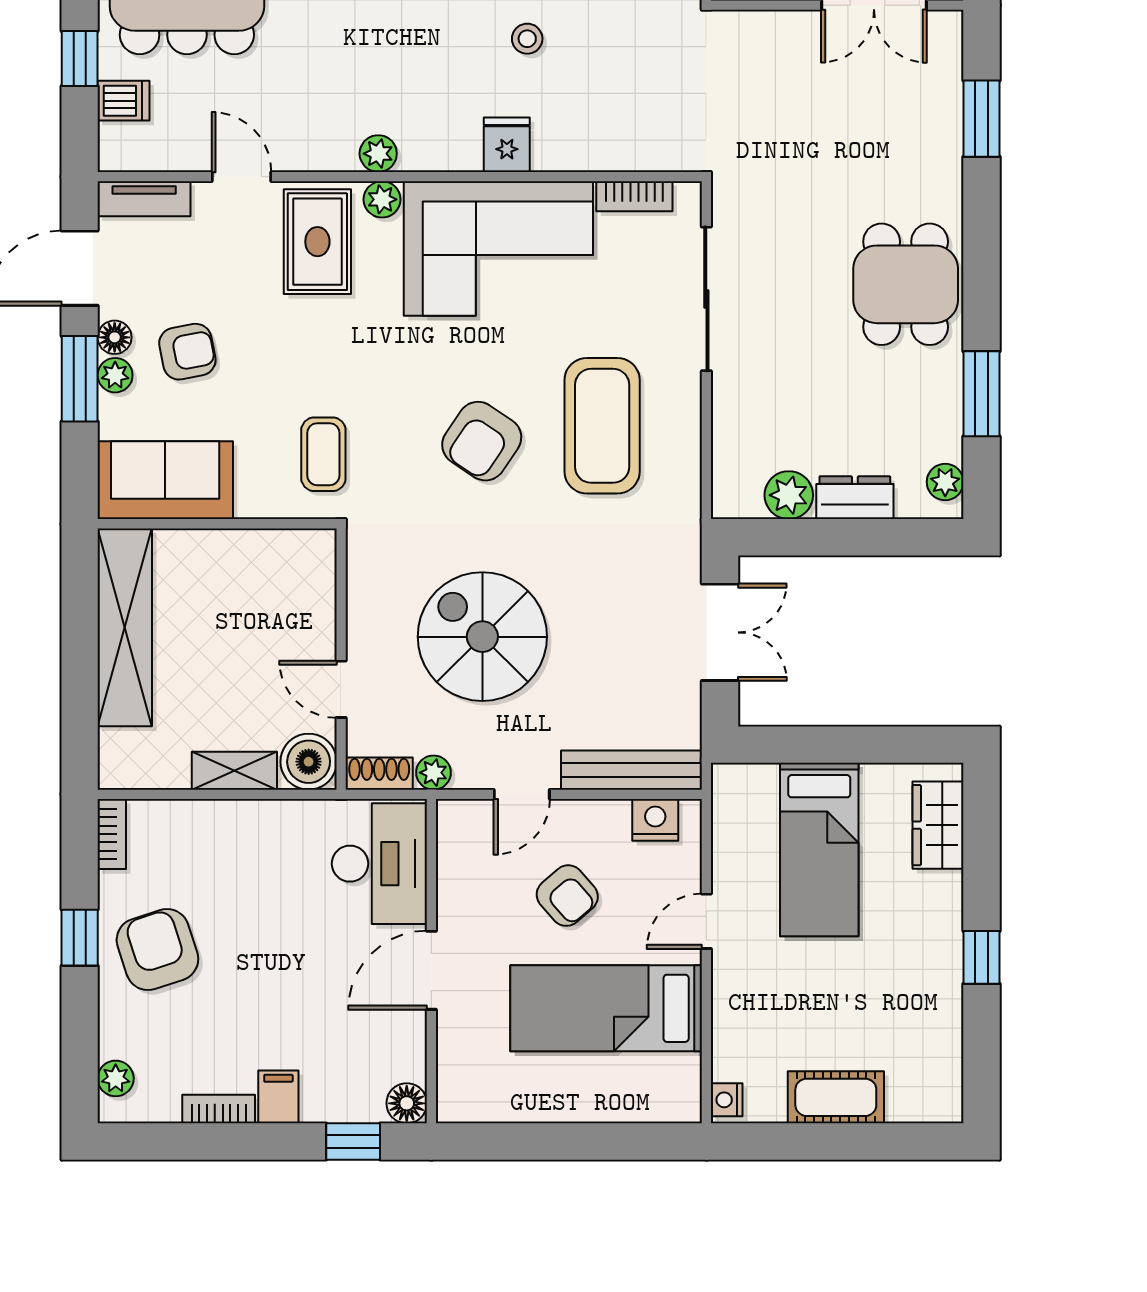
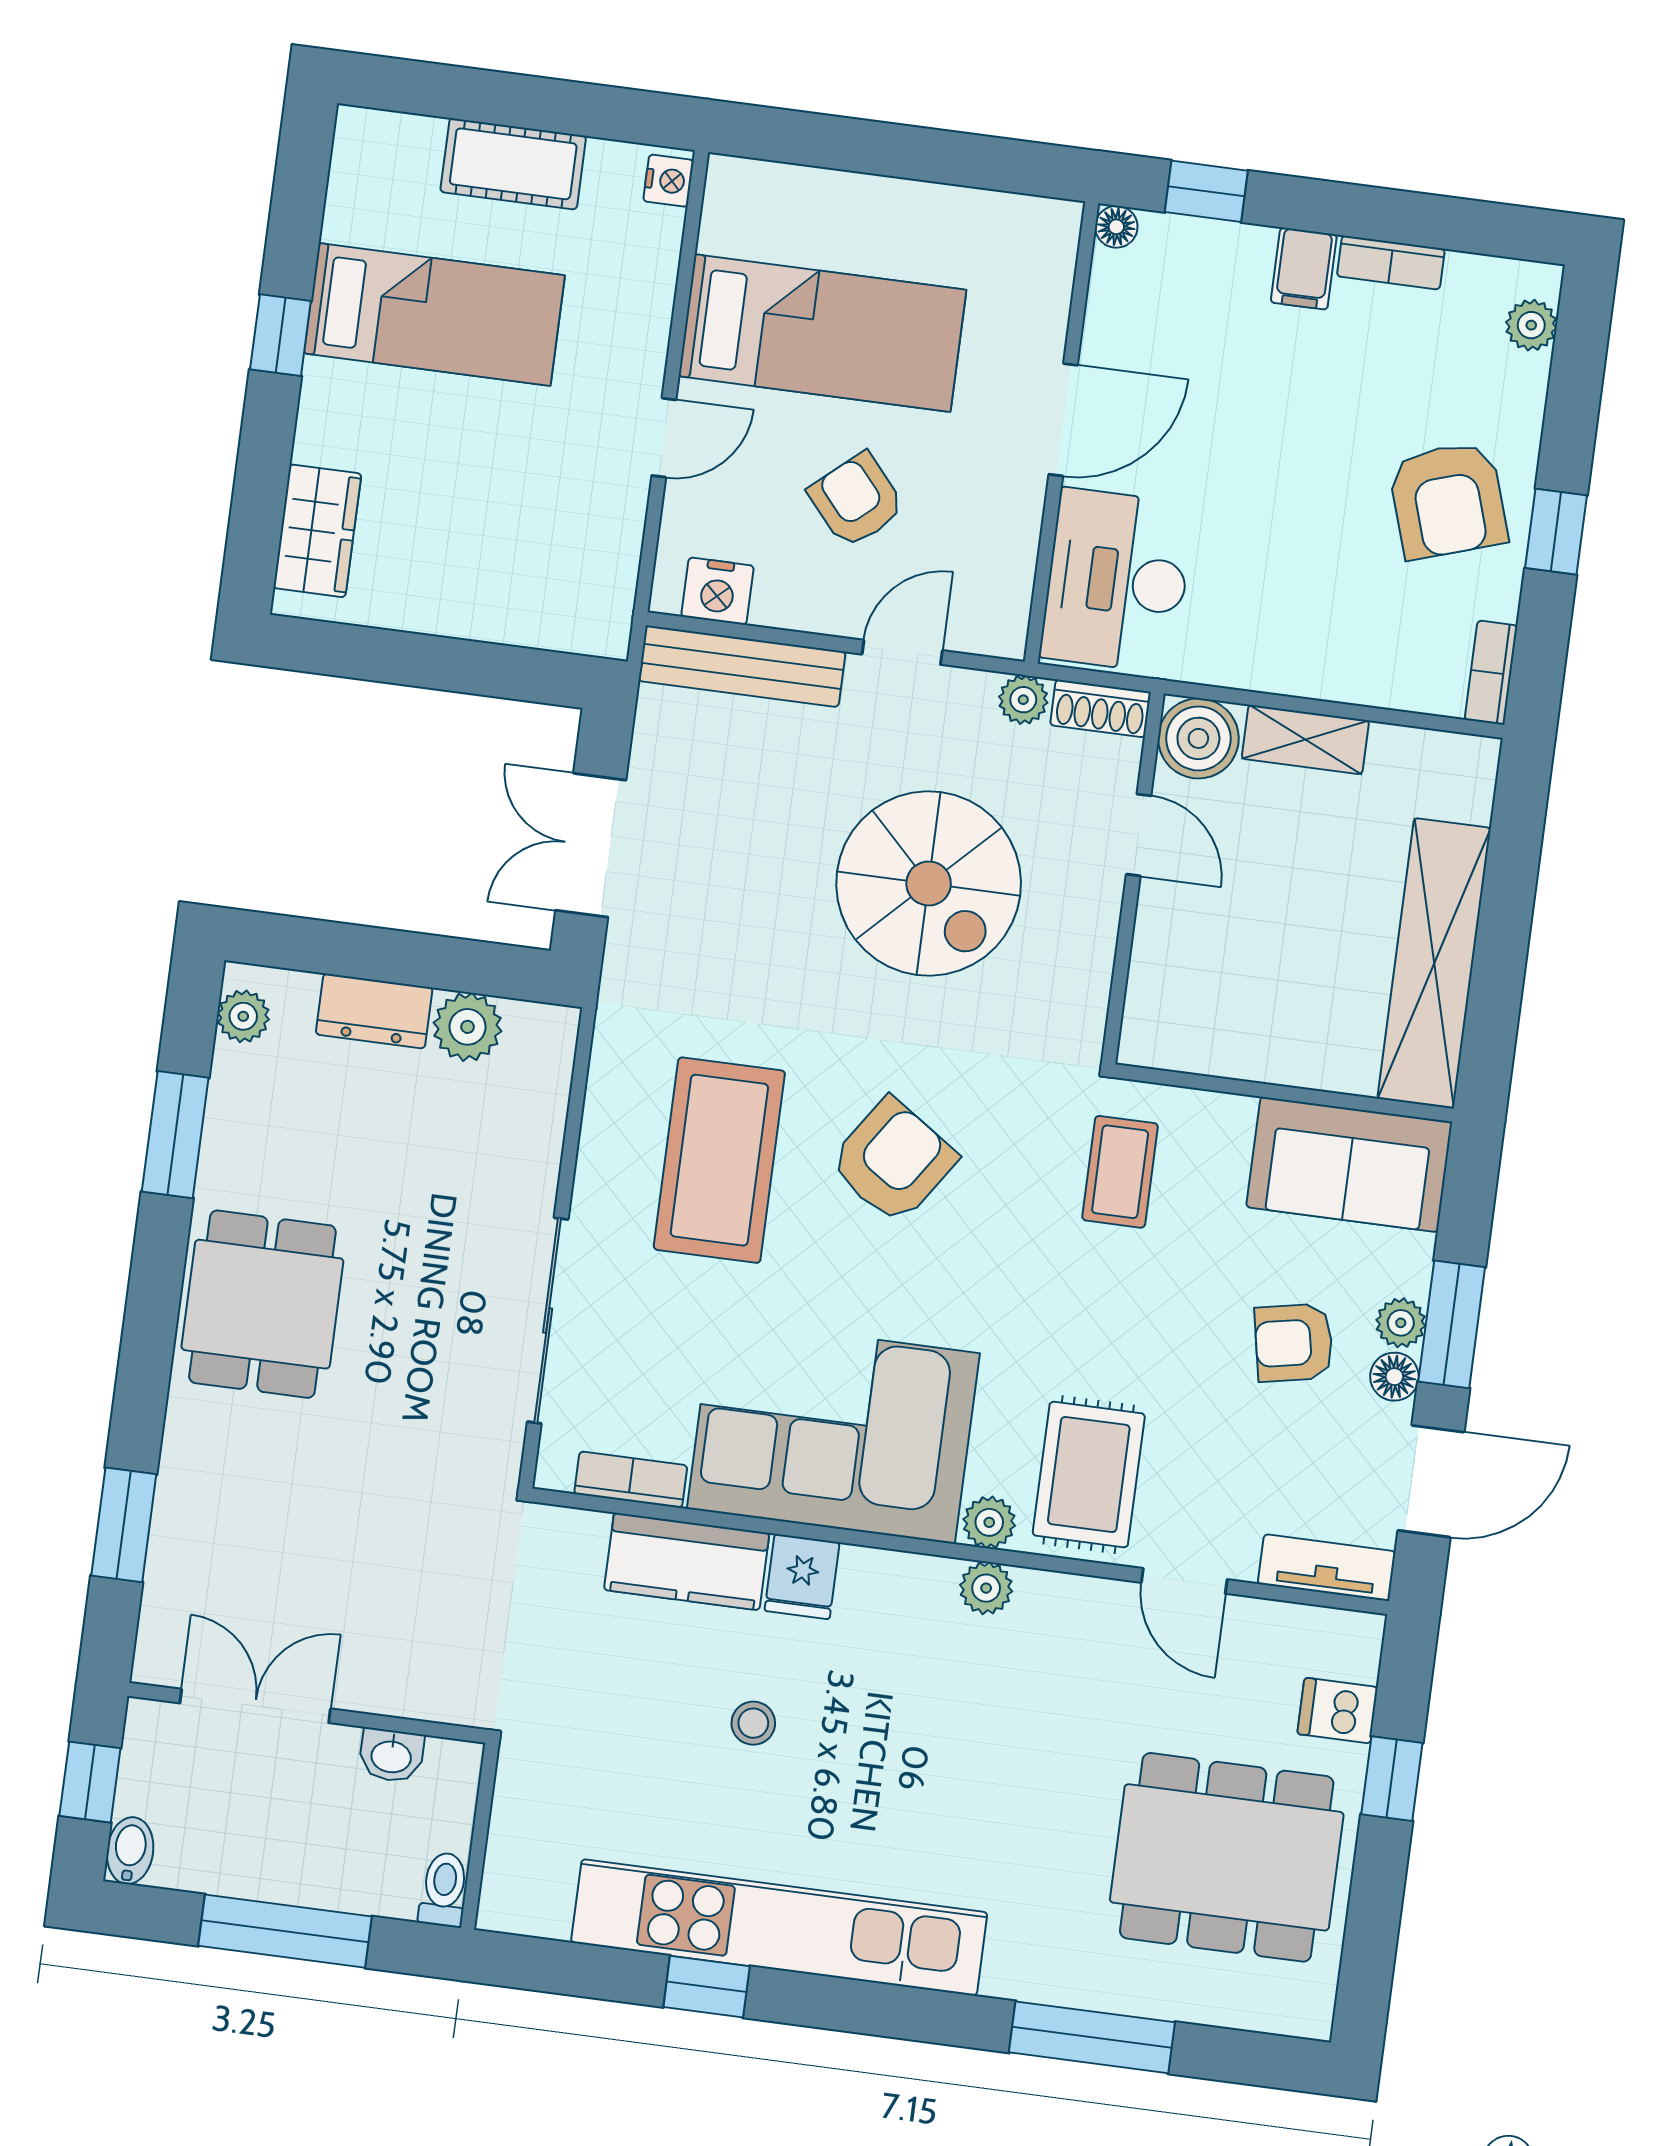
kitchen counter: (588, 145) -> (687, 1561), added
bed: (819, 850) -> (434, 314), moved, turned 90
floor lamp: (407, 1103) -> (1116, 227), width x0.73, depth x0.73

